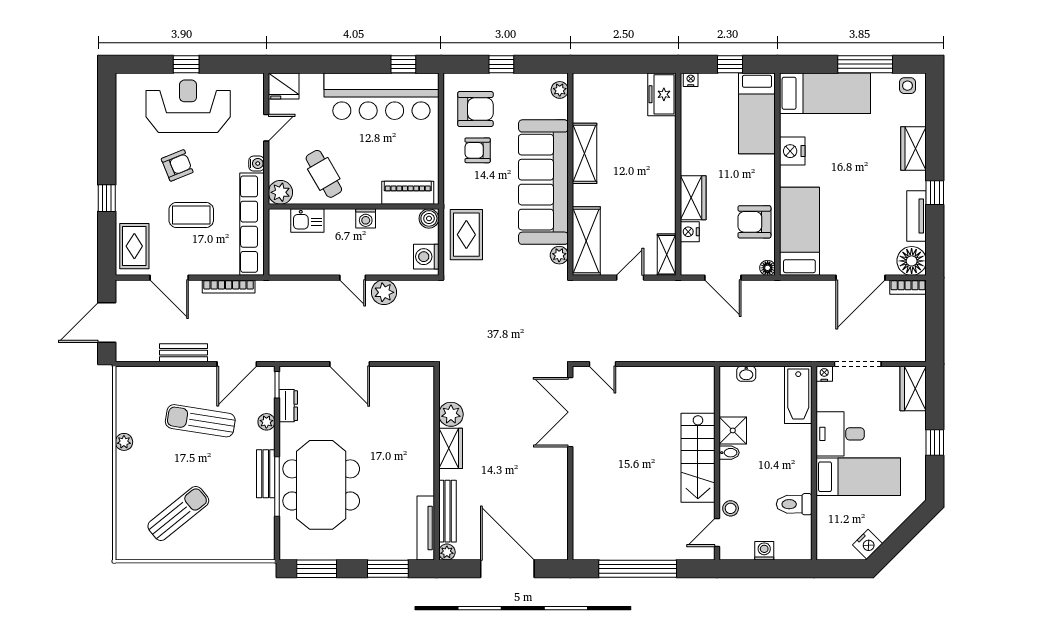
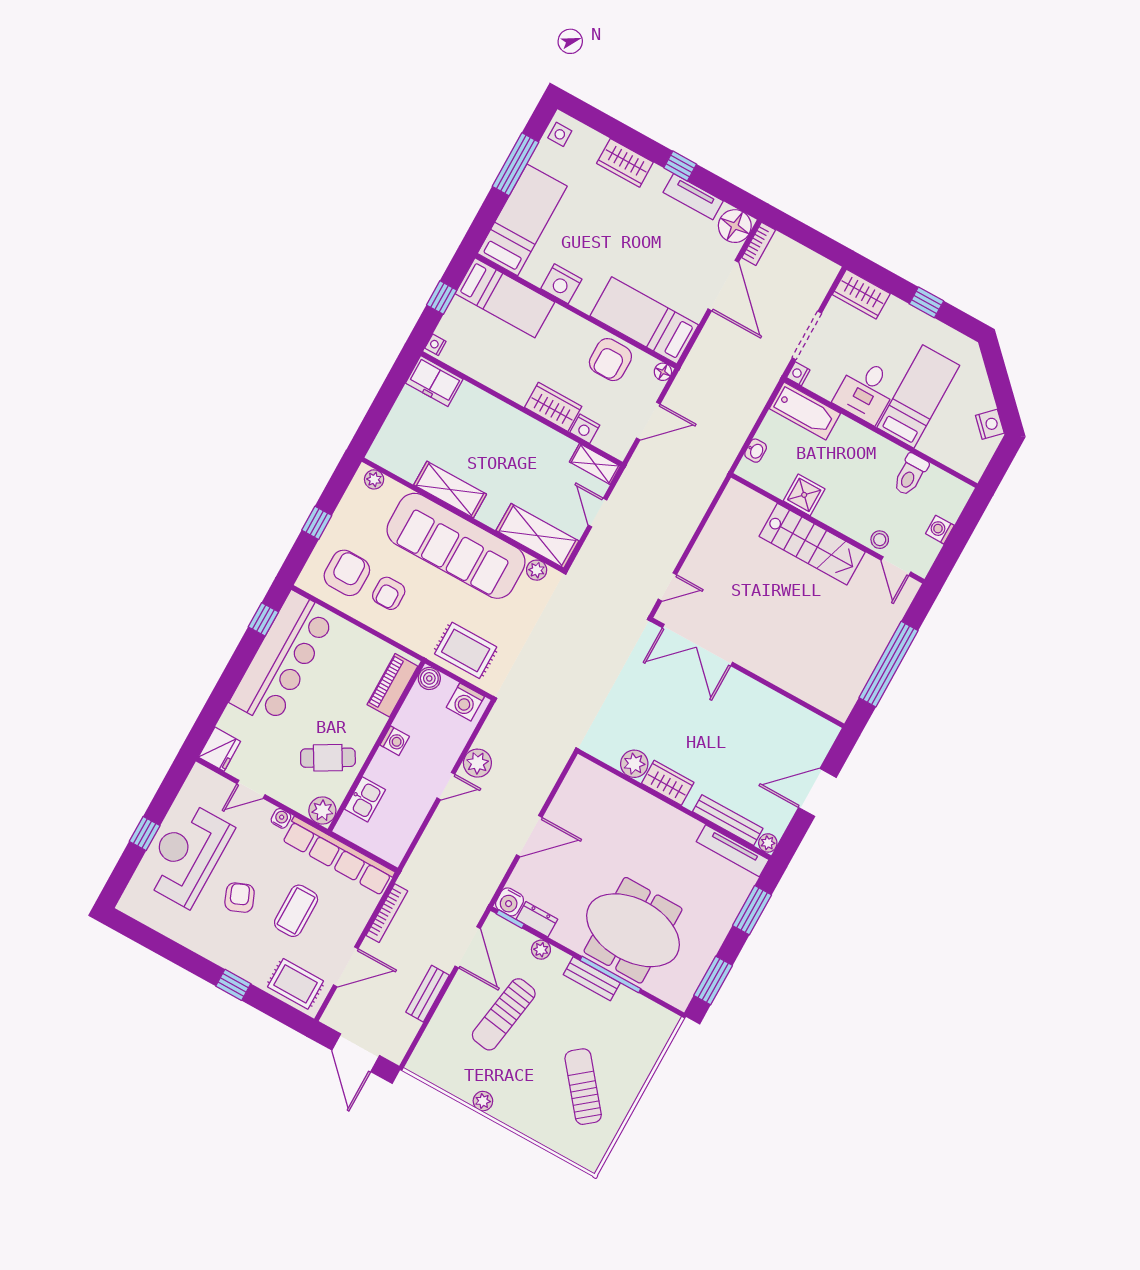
door: (266, 128) -> (251, 789), swing flipped
water cooler: (290, 377) -> (510, 902), added
bidet: (729, 453) -> (824, 511), removed
door: (507, 569) -> (817, 792), width x0.73

